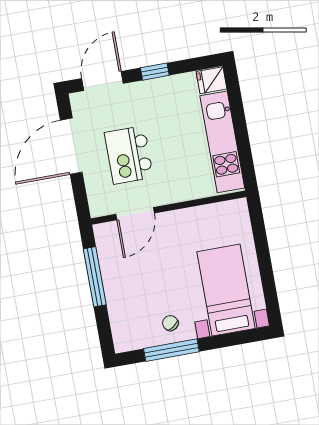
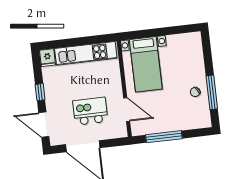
kitchen island: (129, 155) -> (90, 111), turned 180
bed with nightstands: (226, 290) -> (146, 64), moved, turned -90

